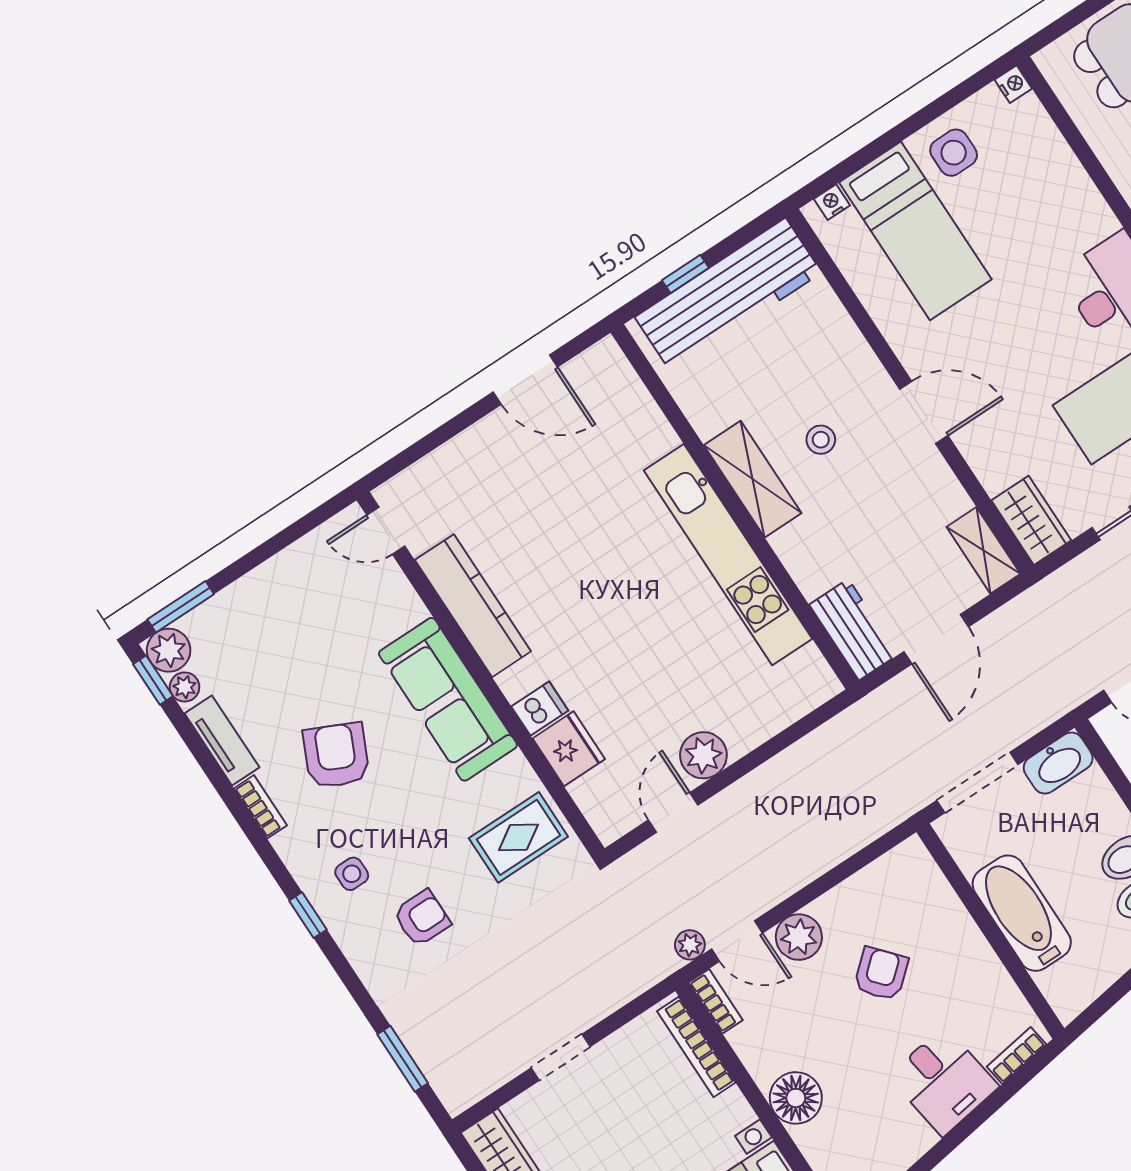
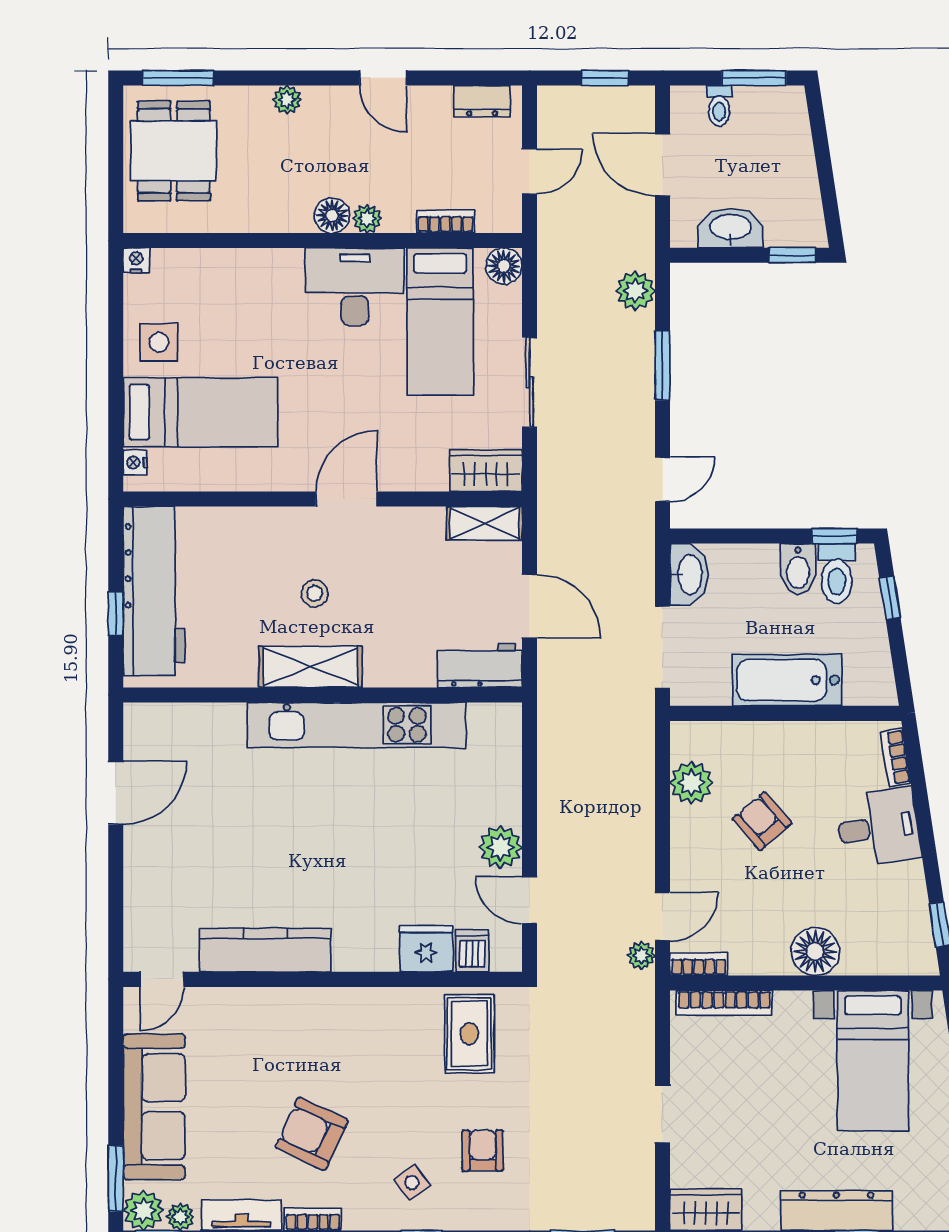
sofa: (448, 699) -> (154, 1107), moved, turned -90
dishwasher: (540, 708) -> (472, 951), moved
side table: (352, 874) -> (412, 1183), turned -36
plant: (799, 937) -> (691, 783), moved

